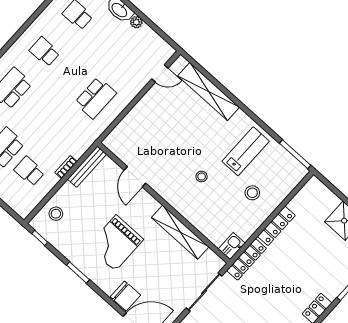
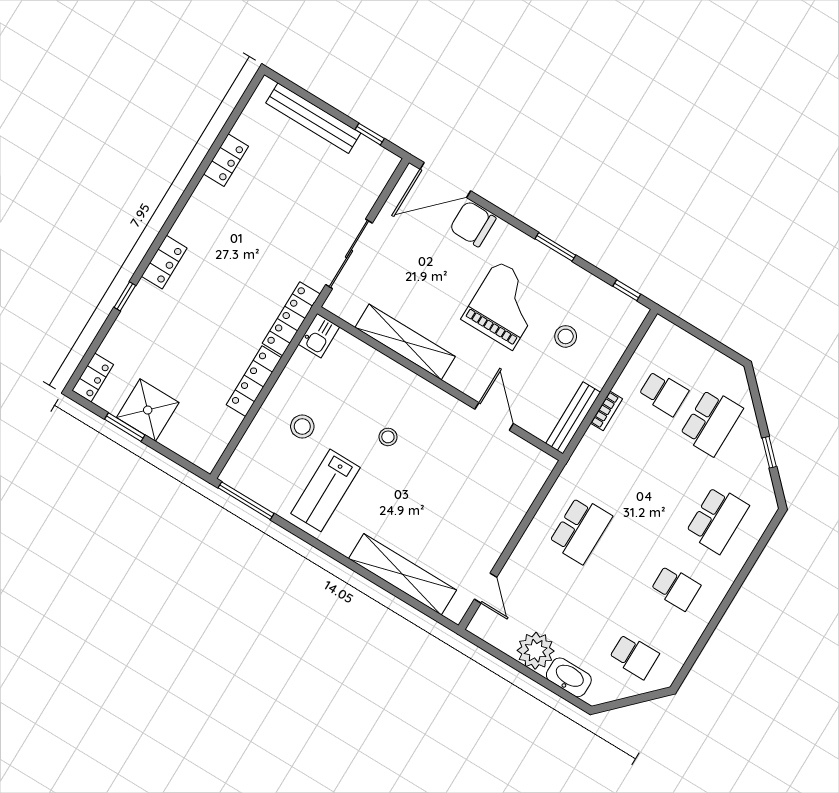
plant: (136, 22) -> (536, 651), width x1.88, depth x1.88
door: (160, 73) -> (486, 588), swing flipped
school desk: (96, 98) -> (580, 530), turned 180
stool: (56, 214) -> (566, 336), moved

